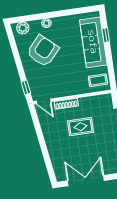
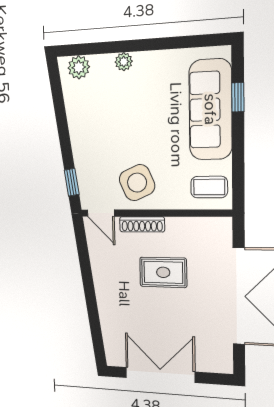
armchair: (43, 51) -> (110, 116), removed
side table: (61, 83) -> (137, 183), added

